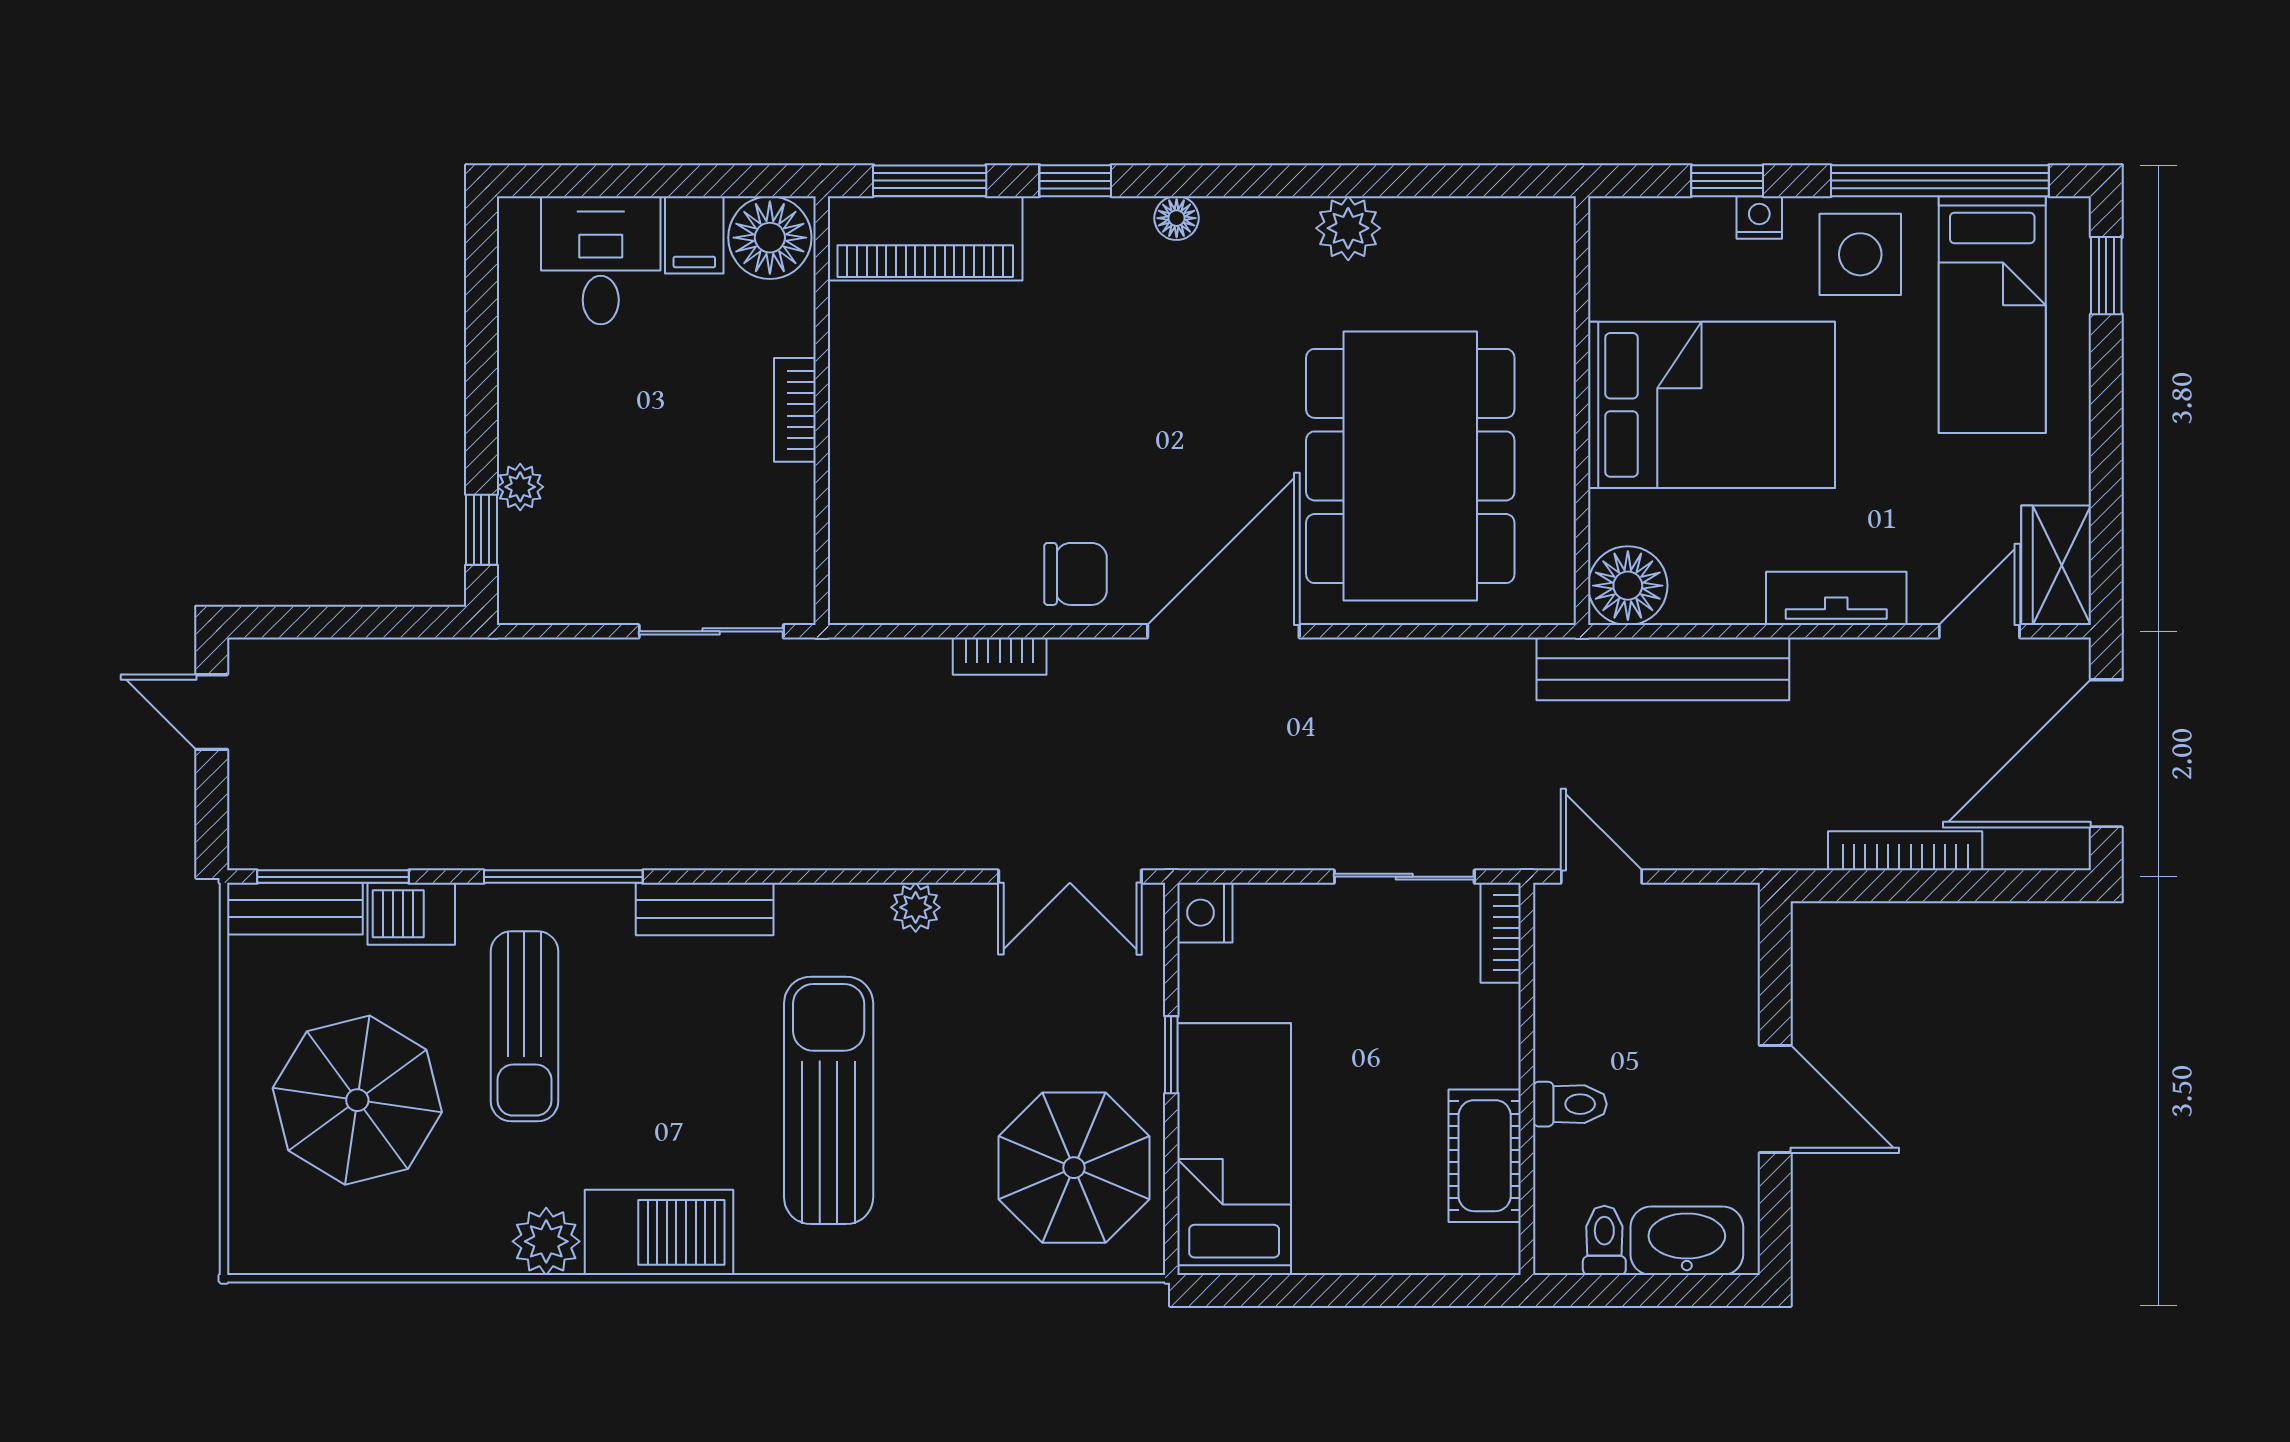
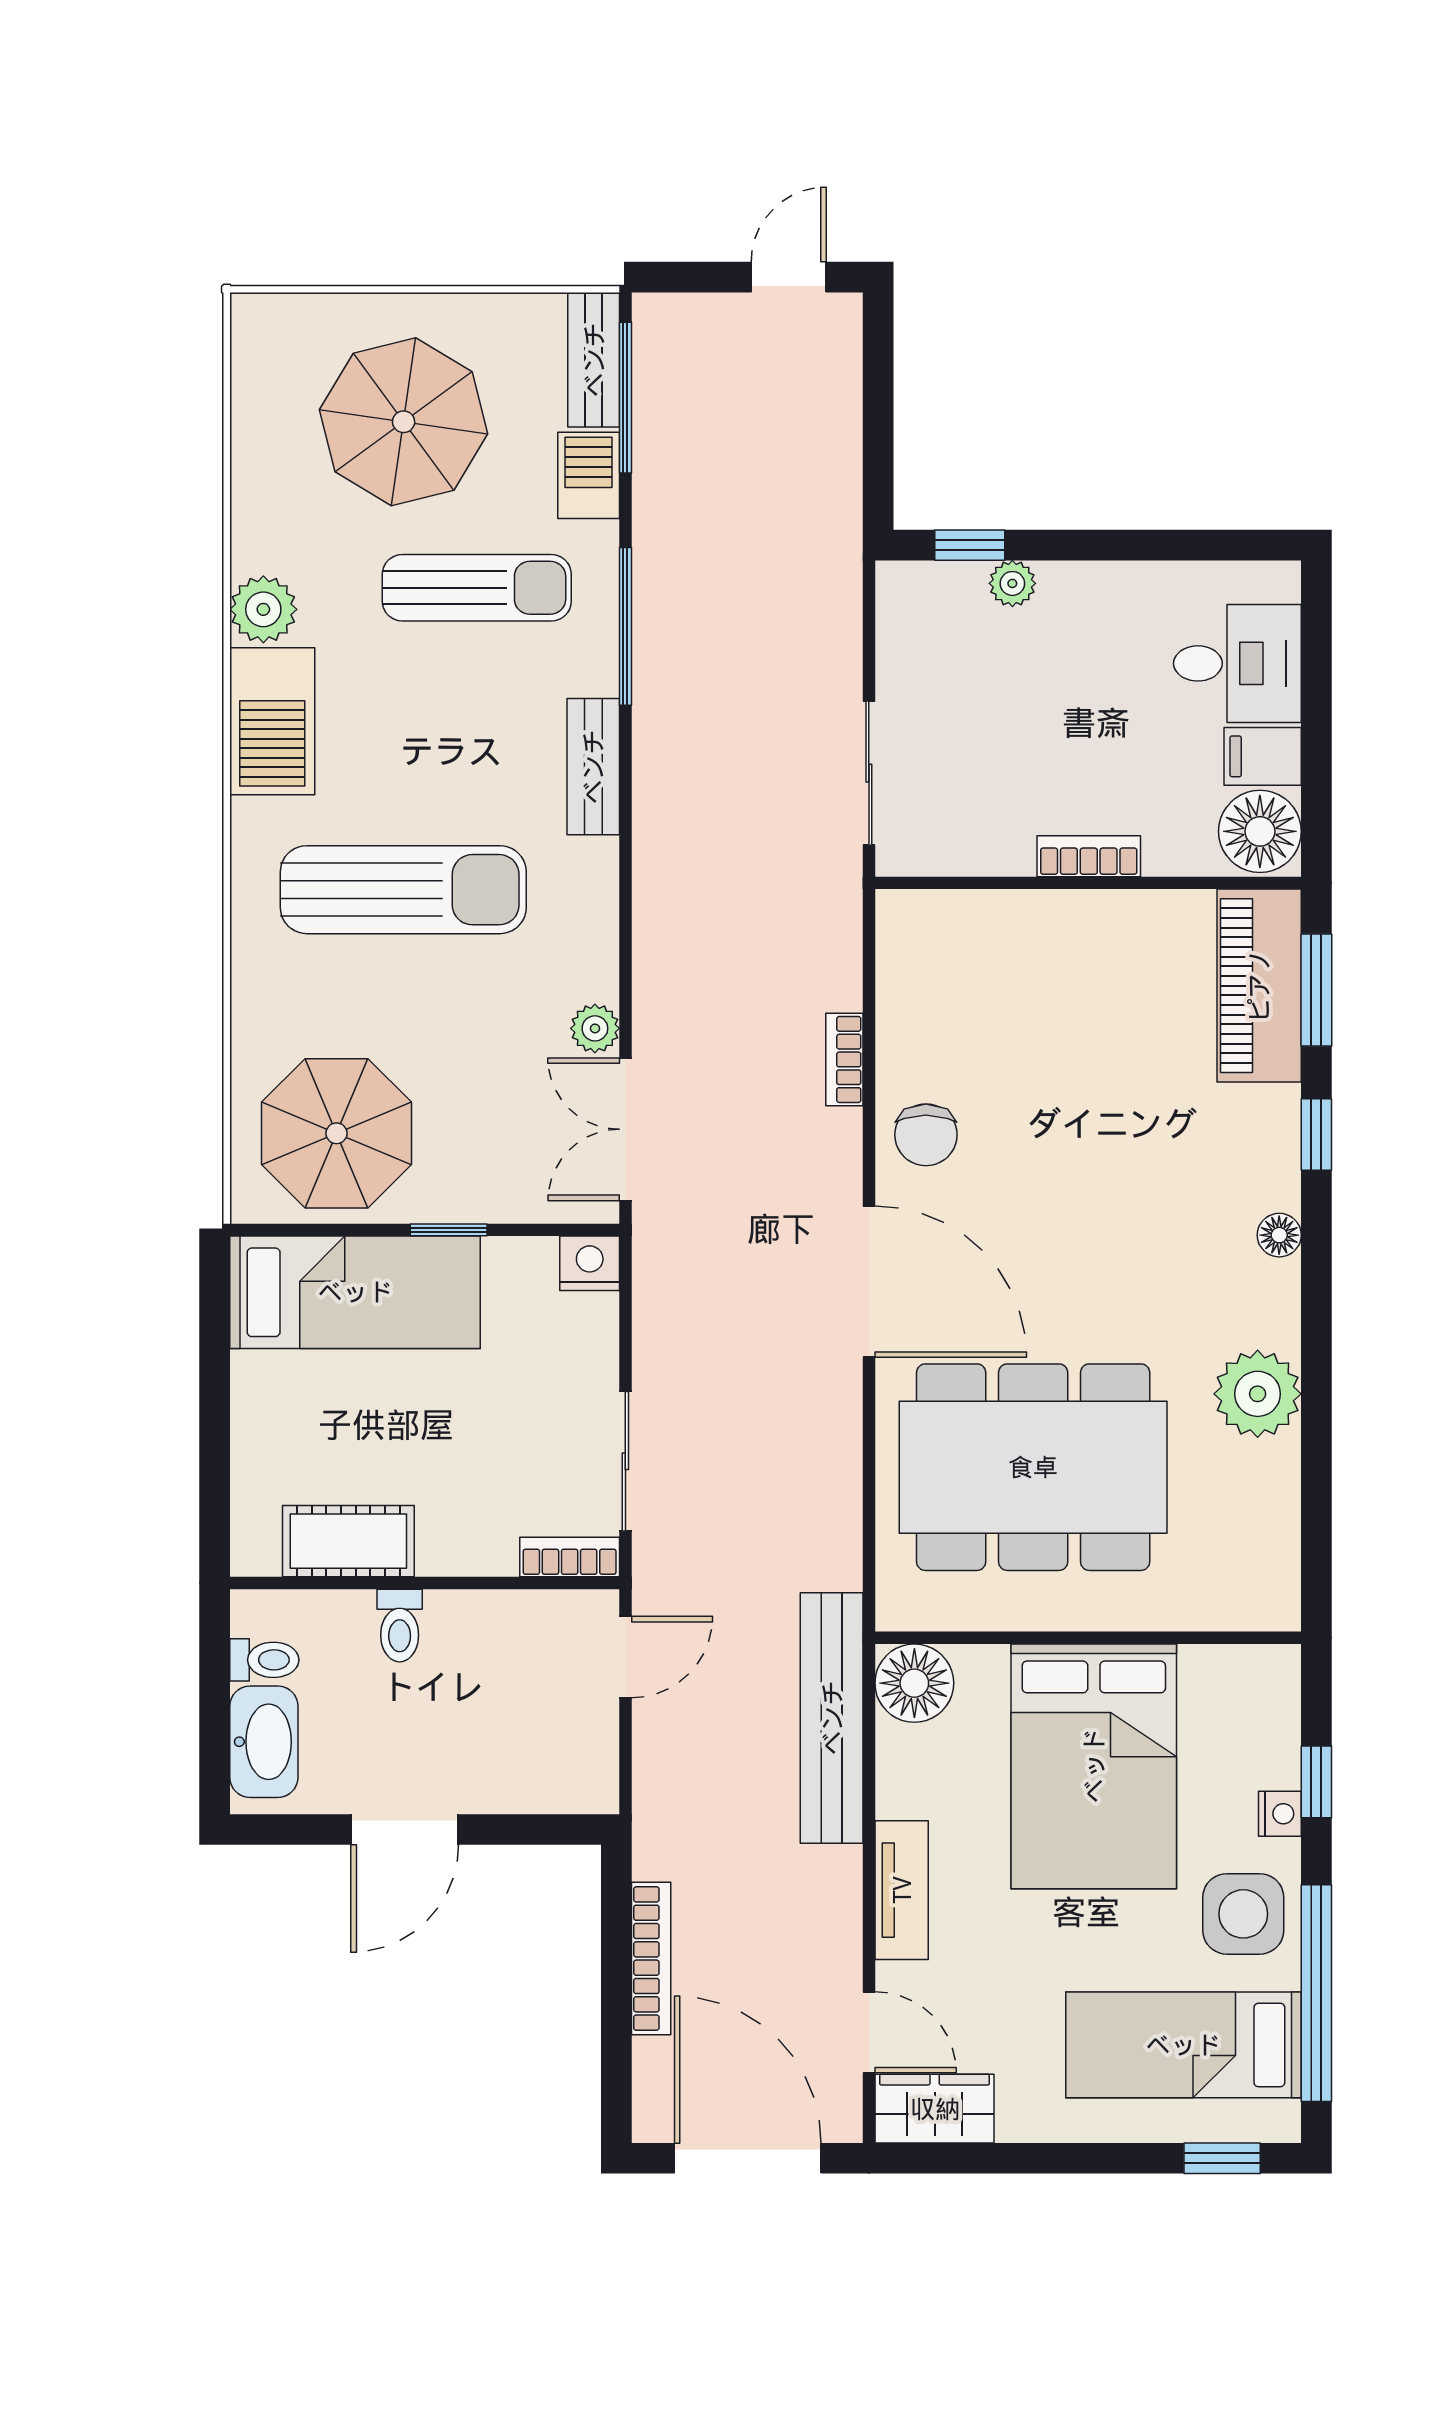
plant: (1348, 228) -> (1258, 1394), width x1.36, depth x1.36
plant: (916, 907) -> (595, 1028), moved
sun lounger: (524, 1026) -> (477, 588), turned 180

